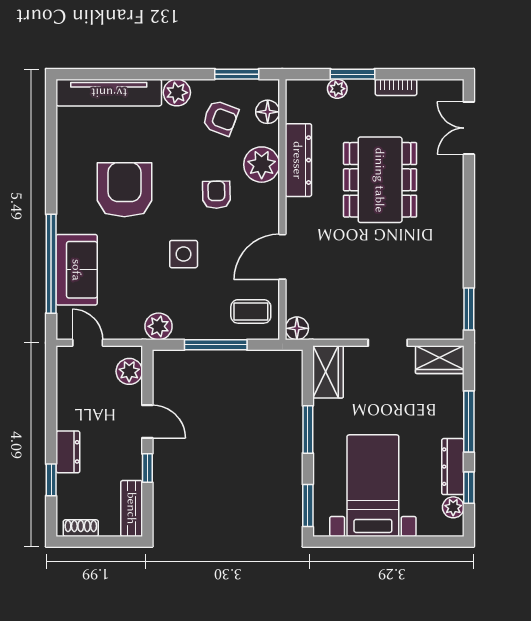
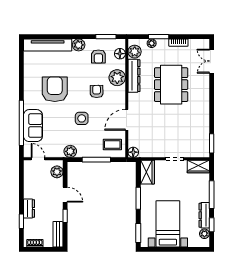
plant: (300, 107) -> (135, 52), added
armchair: (220, 118) -> (98, 56), turned 69

